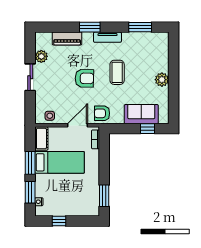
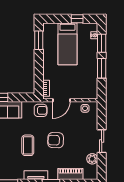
cot: (41, 139) -> (92, 89), removed
bed: (60, 162) -> (67, 44), moved, turned -90

